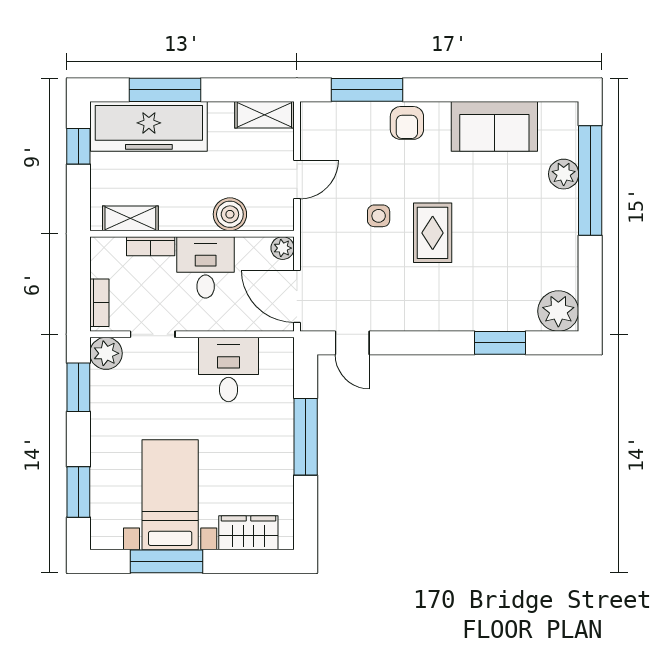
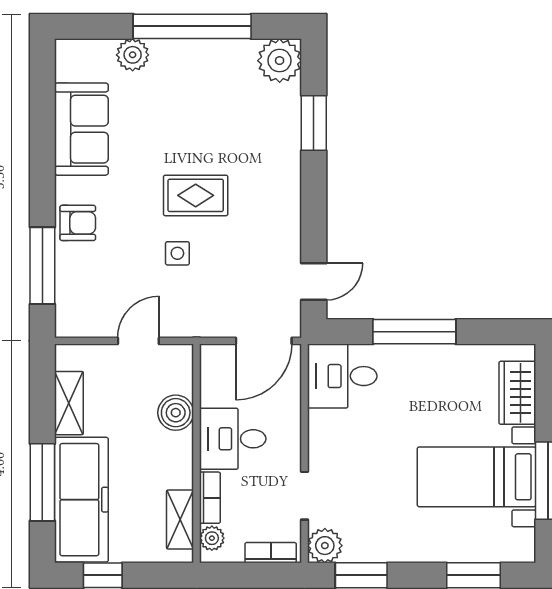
shelving: (264, 115) -> (69, 403), moved
door: (297, 179) -> (138, 341), hinge flipped
window: (590, 180) -> (192, 26), moved
plant: (283, 248) -> (212, 538), moved
desk: (229, 369) -> (342, 376), moved

